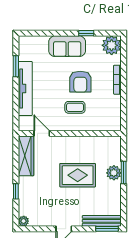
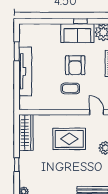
sofa: (67, 46) -> (77, 33), moved
door: (42, 133) -> (97, 112), moved
rug: (78, 175) -> (69, 139), moved

